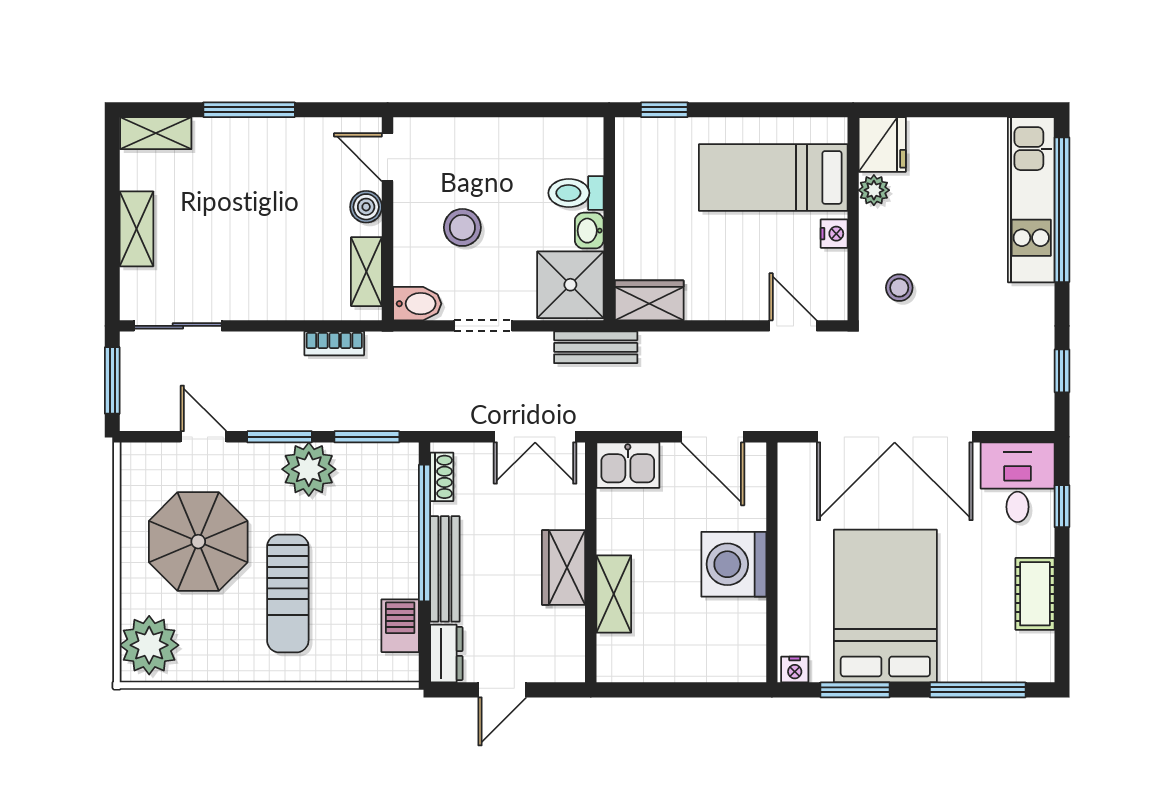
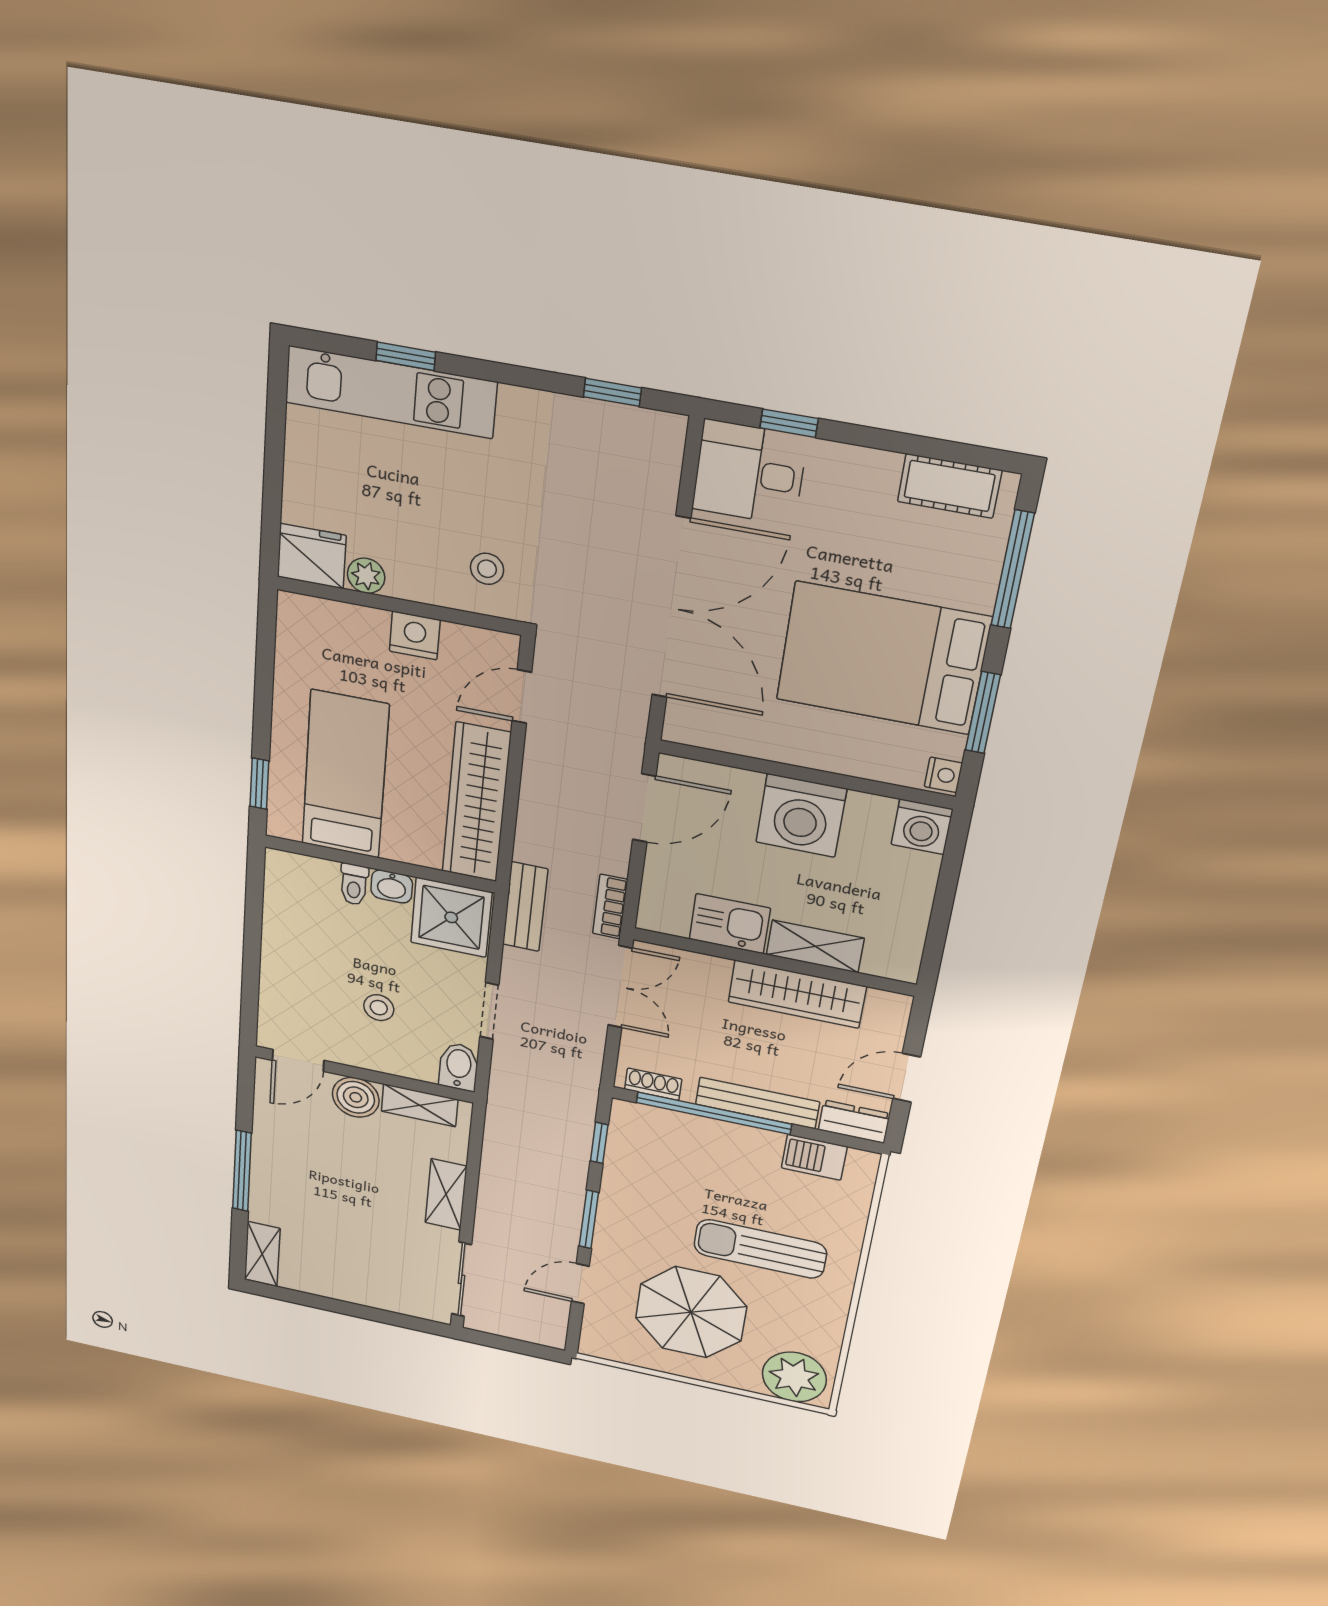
bed: (773, 177) -> (345, 775), moved, turned 180
toilet: (576, 193) -> (354, 884), width x0.73, depth x0.72
boiler: (366, 207) -> (356, 1097), width x1.36, depth x1.36
window: (1062, 210) -> (406, 356), width x0.32
stool: (462, 227) -> (379, 1008), width x0.73, depth x0.73
shelving: (136, 229) -> (446, 1194), moved, turned 90
nightstand: (834, 234) -> (415, 636), width x1.39, depth x1.35
wardrobe: (649, 300) -> (476, 803), width x2.10, depth x1.17
bookcase: (334, 343) -> (610, 907), moved, turned 180
window: (112, 380) -> (512, 1345), removed
window: (367, 437) -> (599, 1143), width x0.67
kitchen sink: (628, 465) -> (730, 924), moved, turned -90
plant: (309, 469) -> (627, 1202), removed
wardrobe: (564, 567) -> (797, 994), width x1.50
sun lounger: (288, 594) -> (760, 1249), turned 180
cot: (1035, 594) -> (949, 486), moved
washing machine: (745, 661) -> (922, 827), added
door: (502, 690) -> (907, 1078), swing flipped

